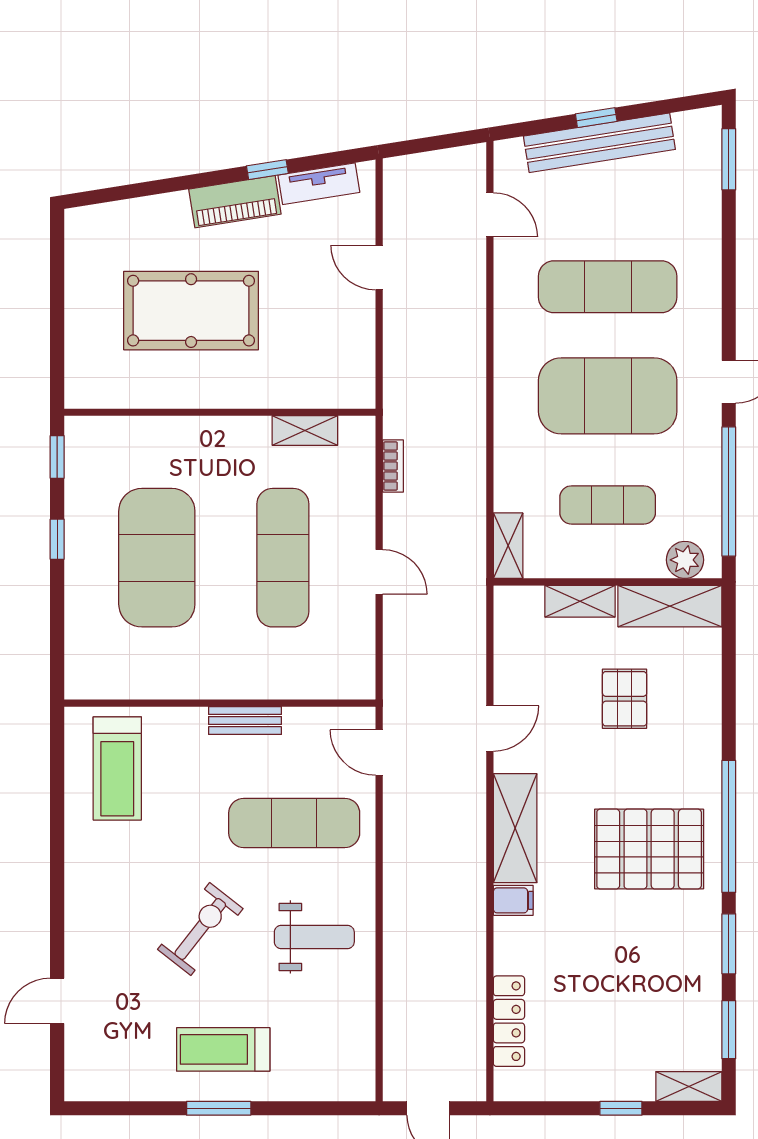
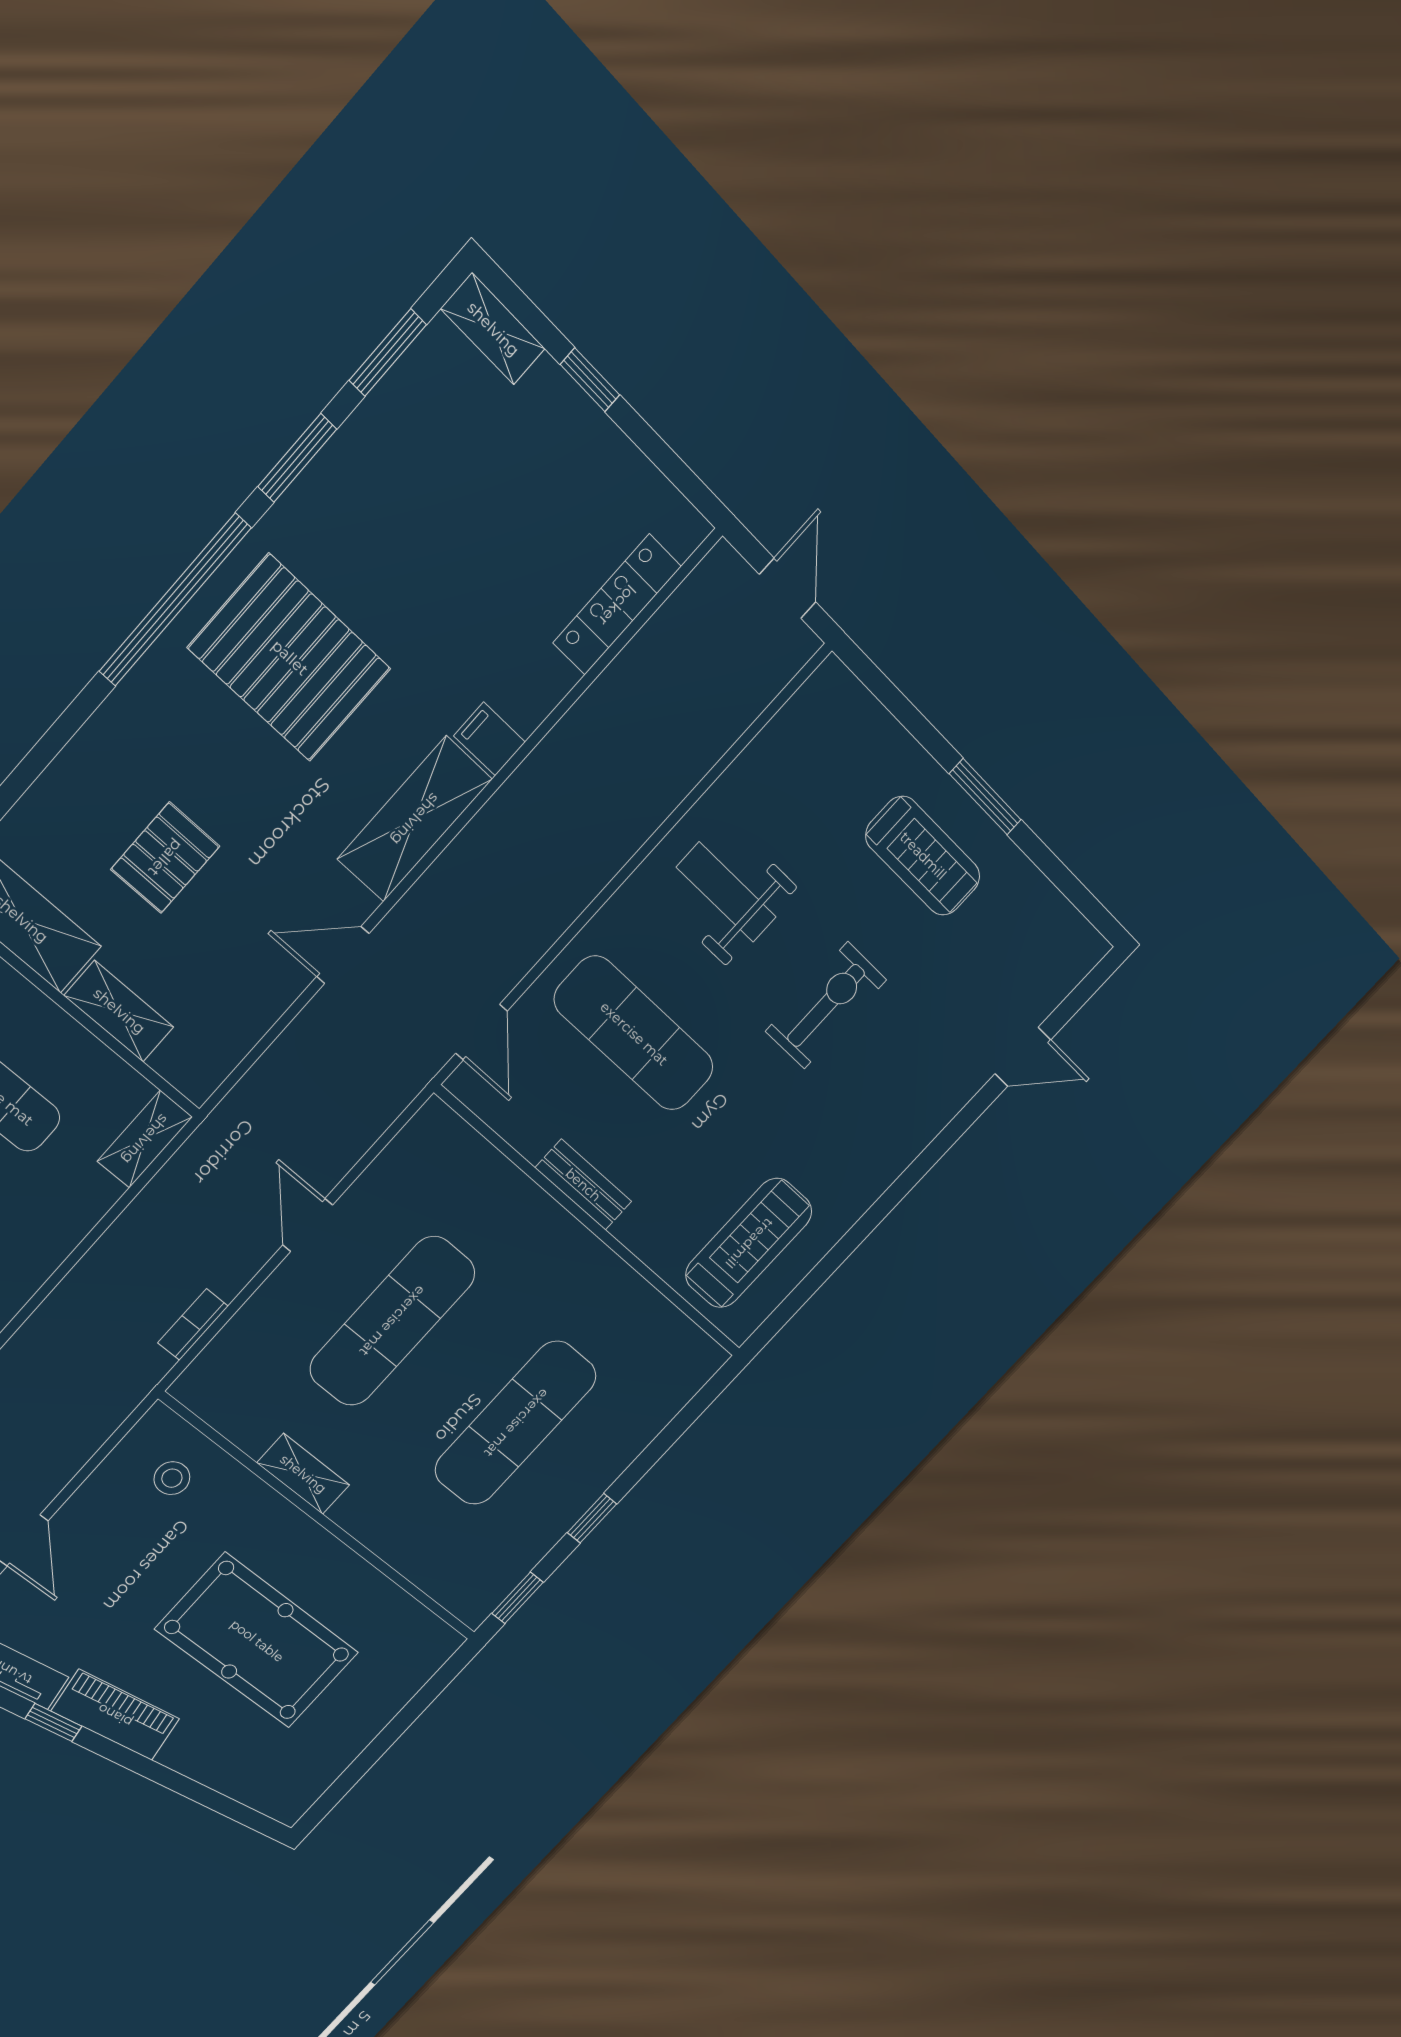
stool: (327, 369) -> (172, 1478), added
shelving: (305, 431) -> (303, 1474), moved
exercise mat: (157, 558) -> (516, 1423), width x0.68
exercise bike: (200, 929) -> (826, 1006), turned 142

